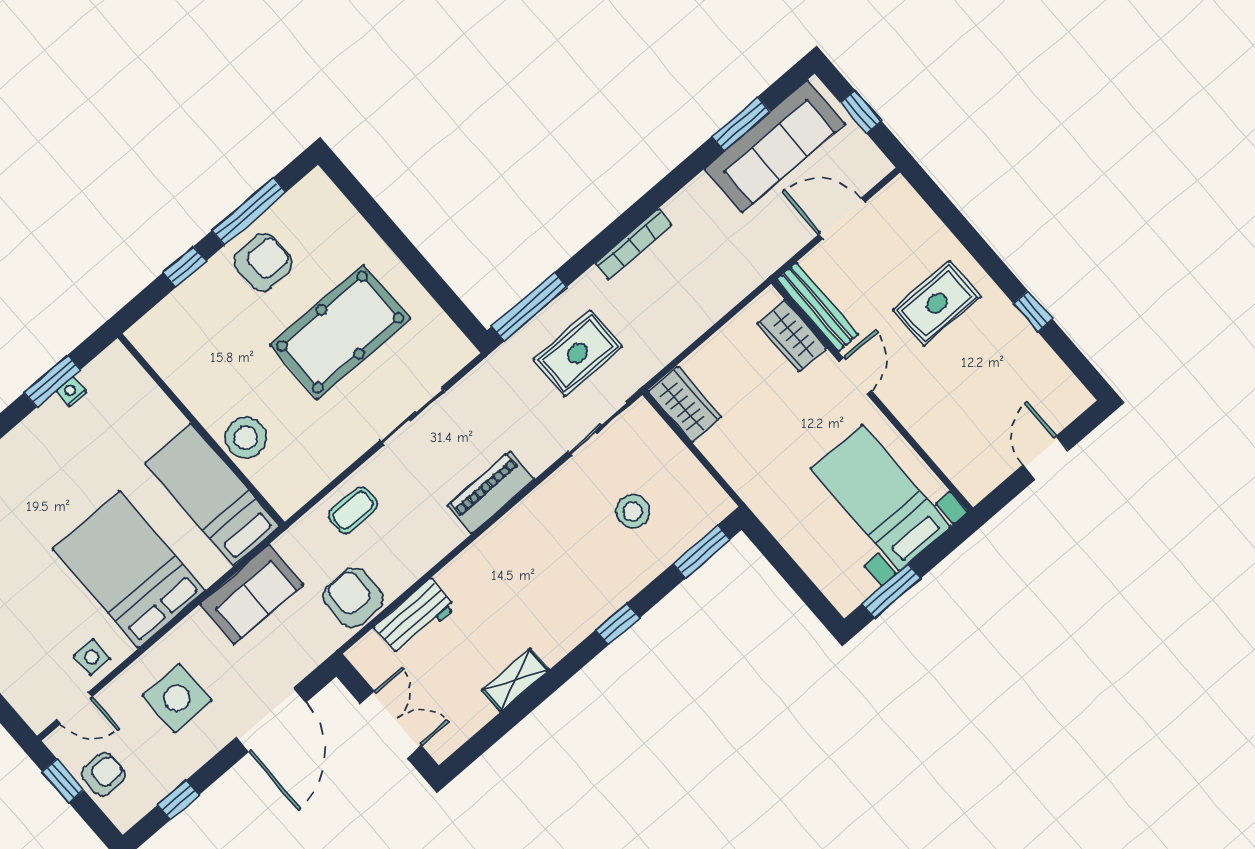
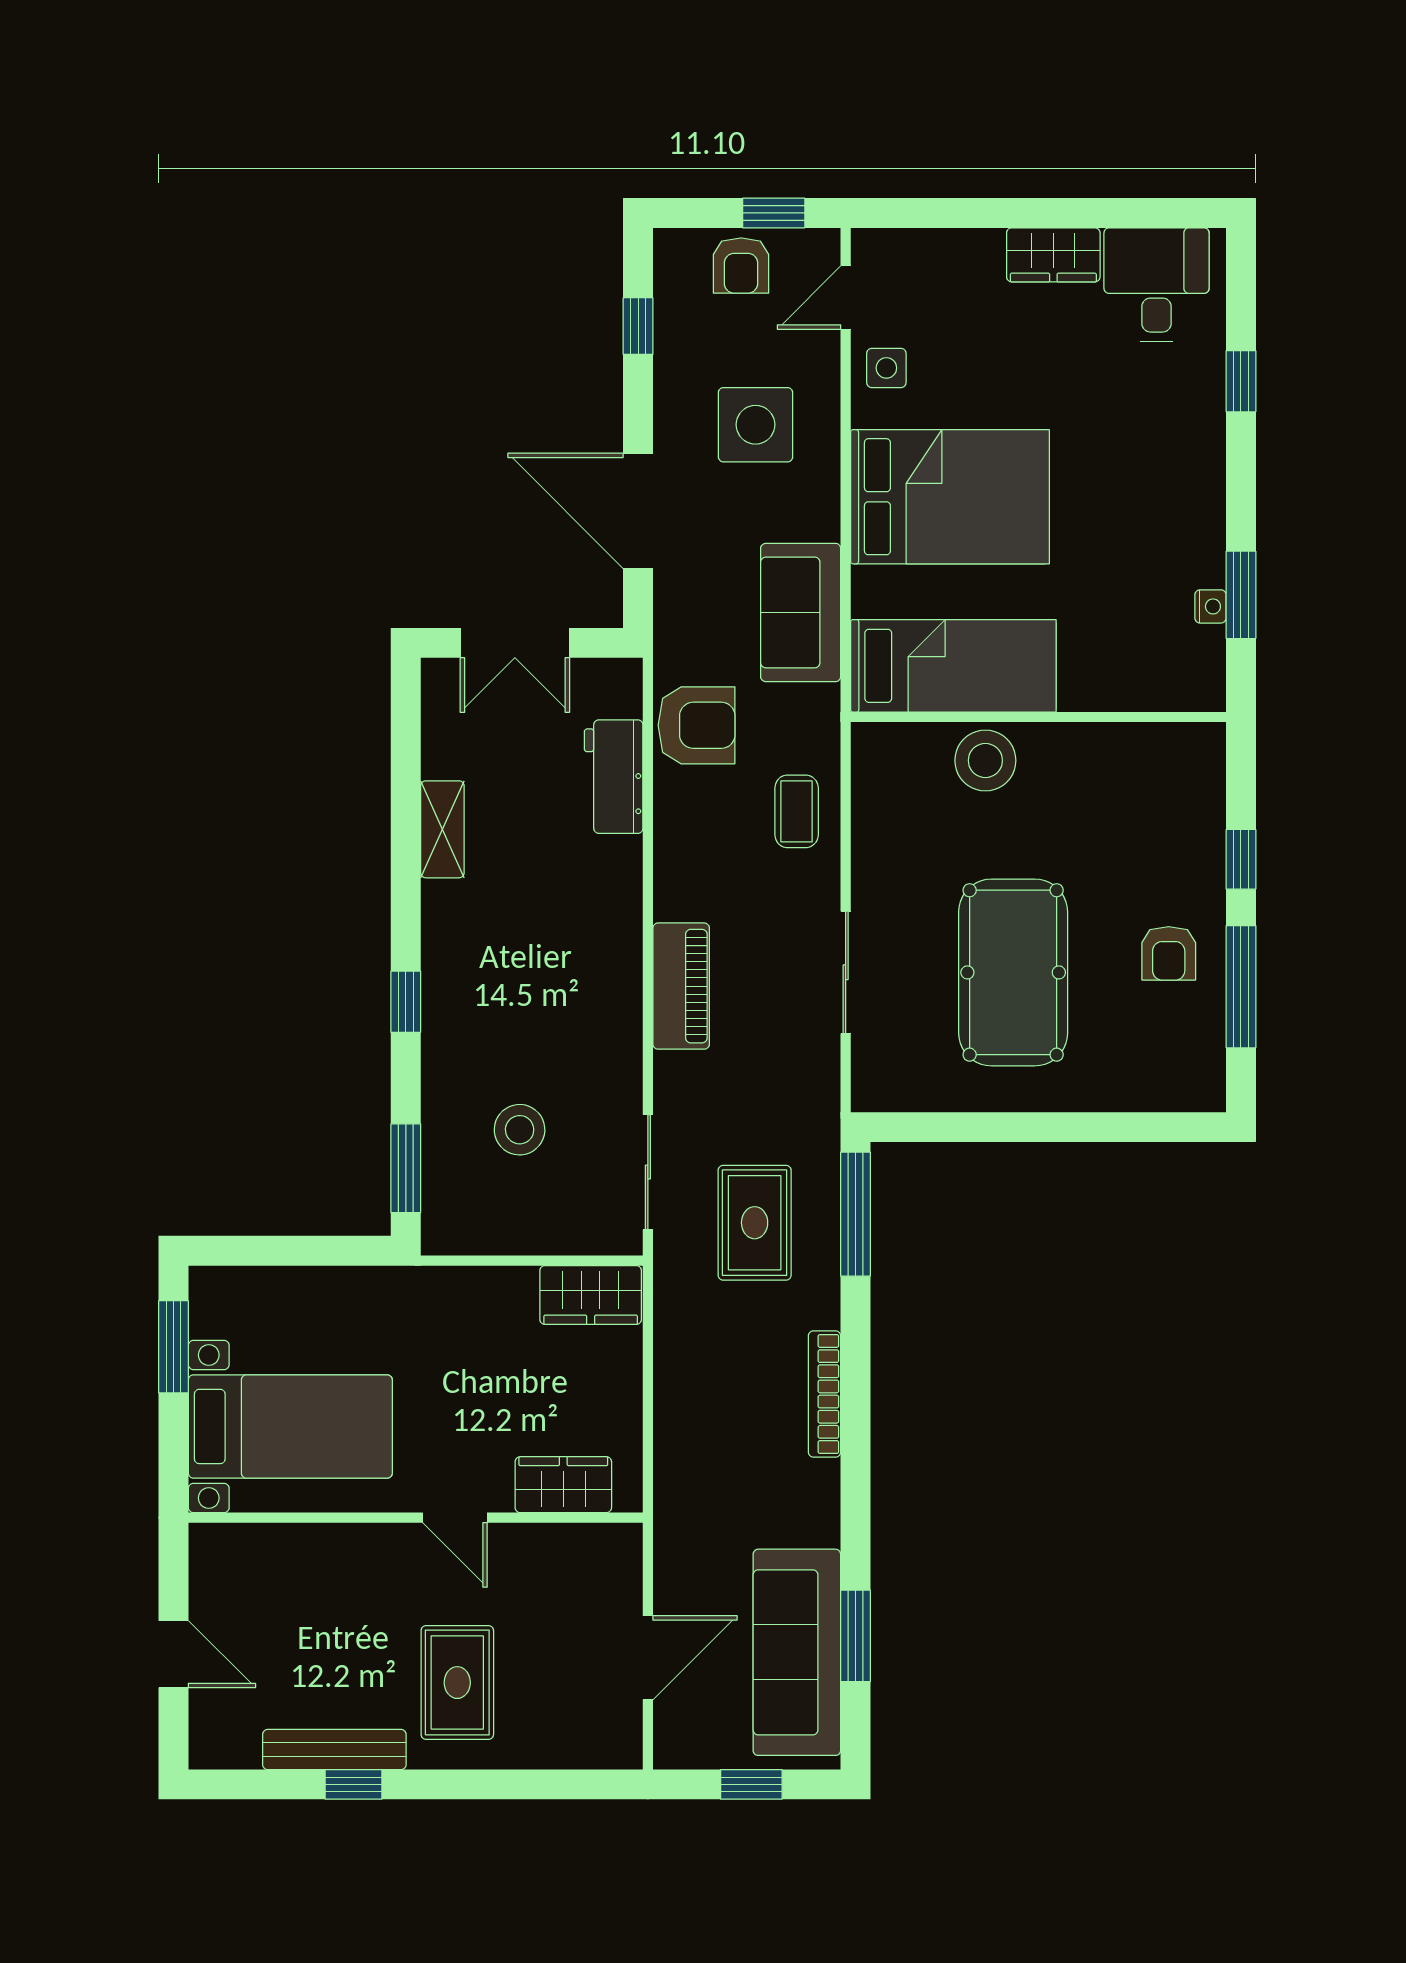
armchair: (263, 262) -> (1169, 953), width x0.72, depth x0.72
bench: (817, 307) -> (334, 1750), moved

